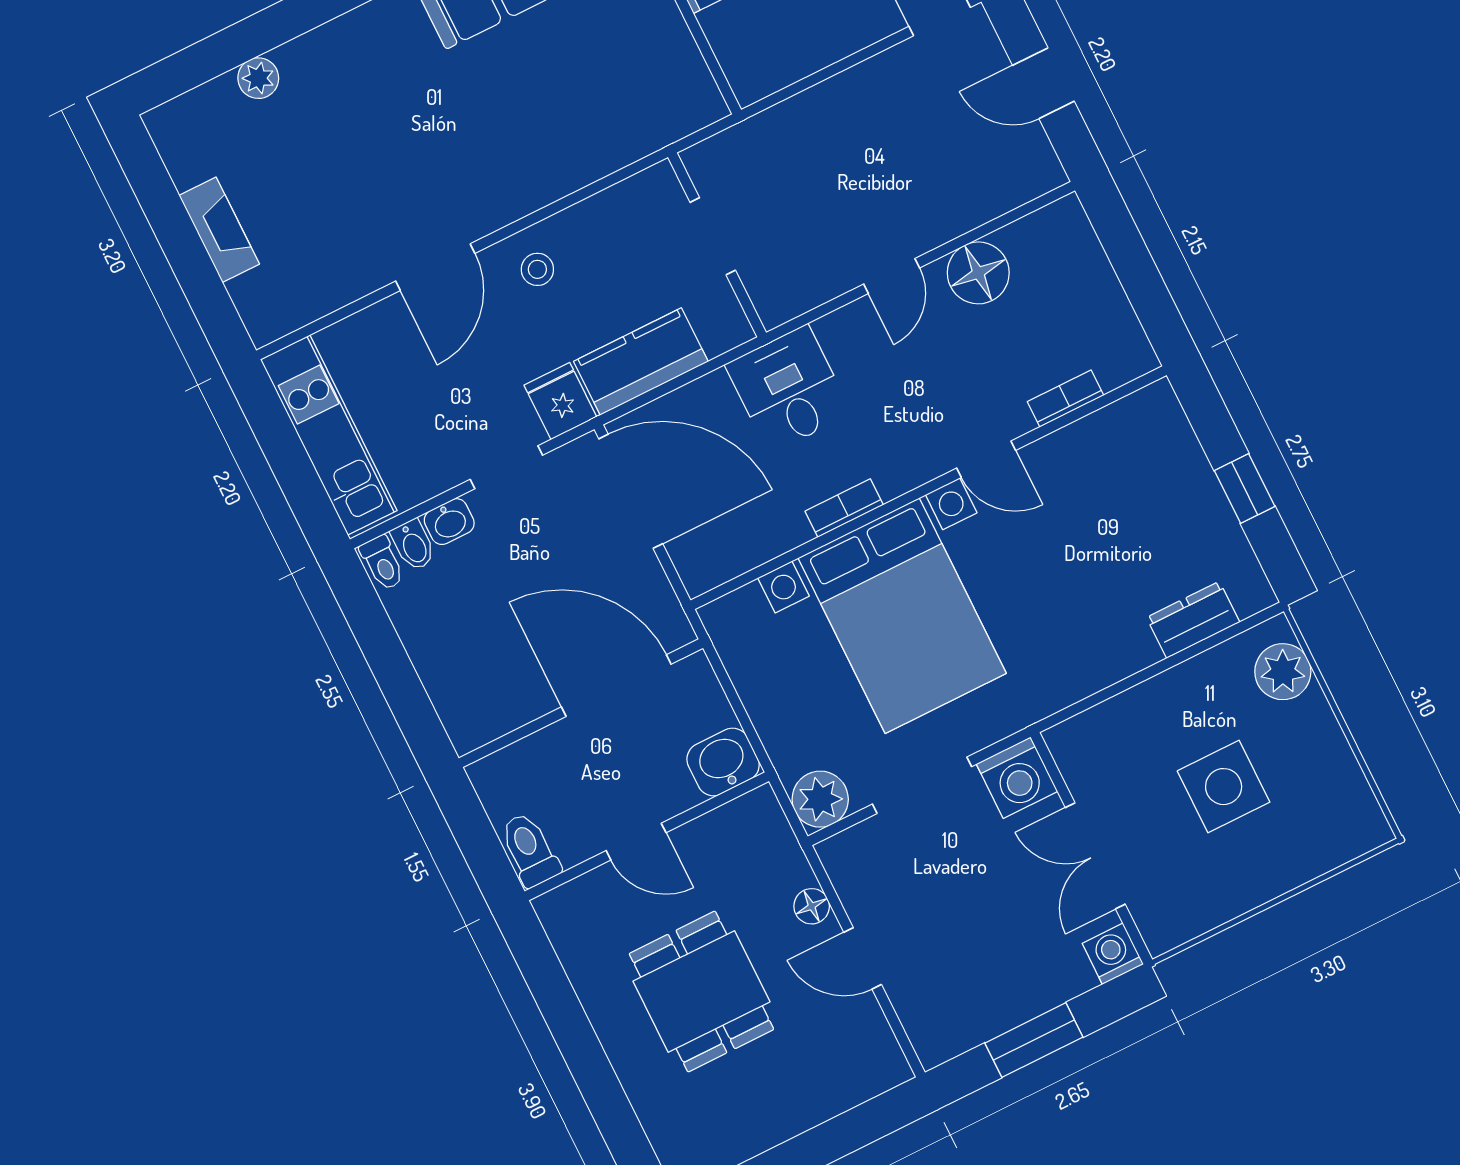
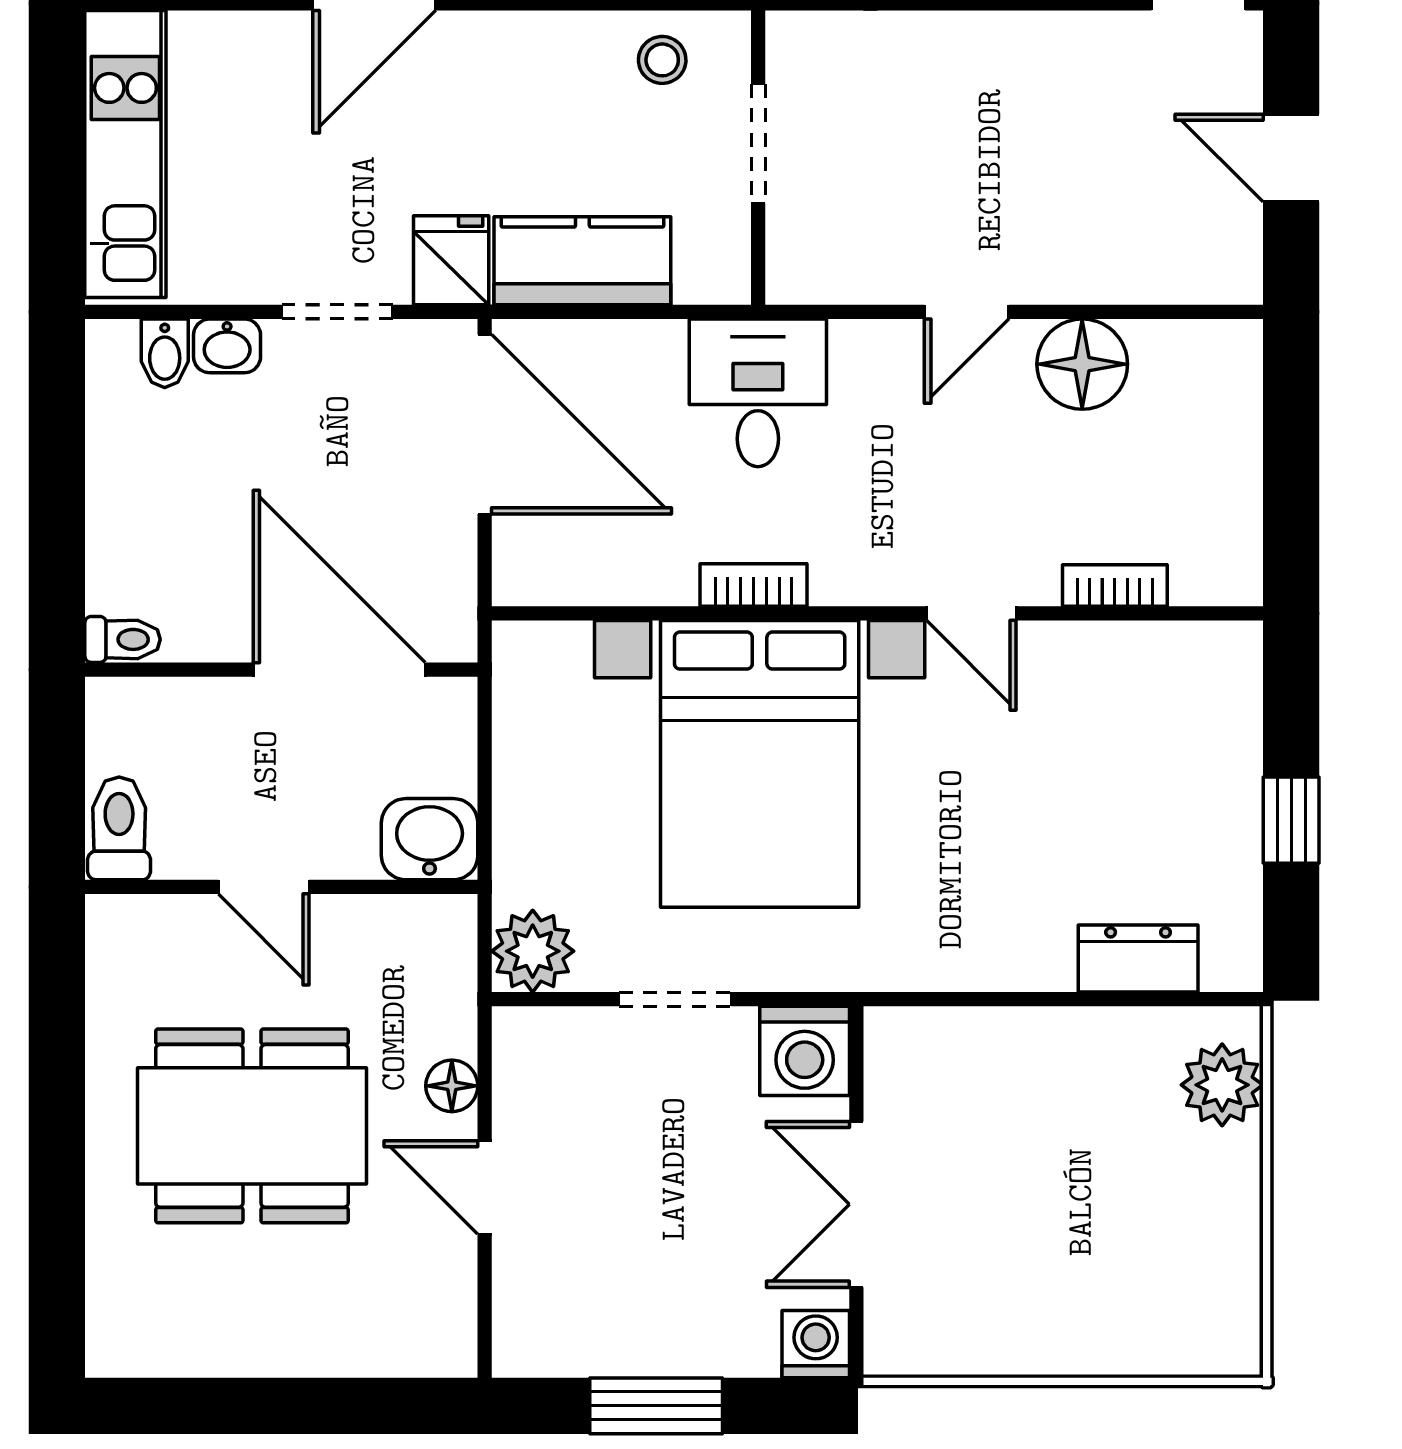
stool: (537, 269) -> (662, 60), moved
toilet: (382, 563) -> (123, 639), moved, turned -90
doorway: (922, 785) -> (675, 999), width x0.73
side table: (1224, 787) -> (1070, 1197), removed
dining table: (701, 991) -> (252, 1126), width x1.38

